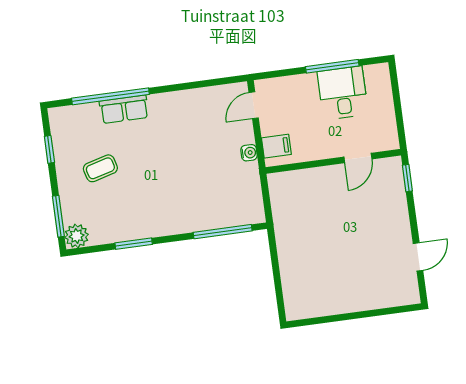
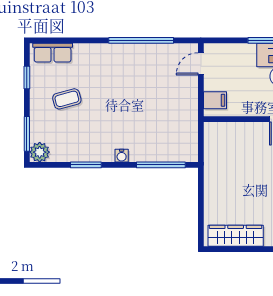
window: (110, 96) -> (141, 40), moved
row of seats: (124, 109) -> (53, 53), moved
water cooler: (249, 153) -> (122, 156), moved, turned 90
wardrobe: (323, 304) -> (236, 236), added

